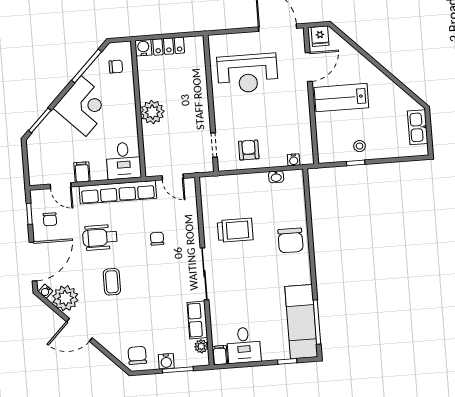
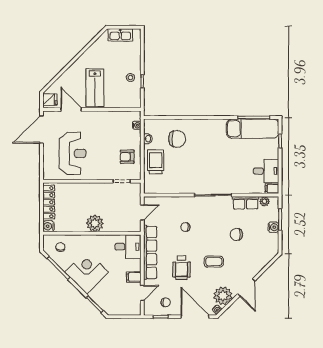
locker: (169, 46) -> (49, 202), width x1.53
trolley: (235, 230) -> (156, 162), moved
chair: (290, 240) -> (177, 139), moved
chair: (137, 355) -> (236, 234), moved

